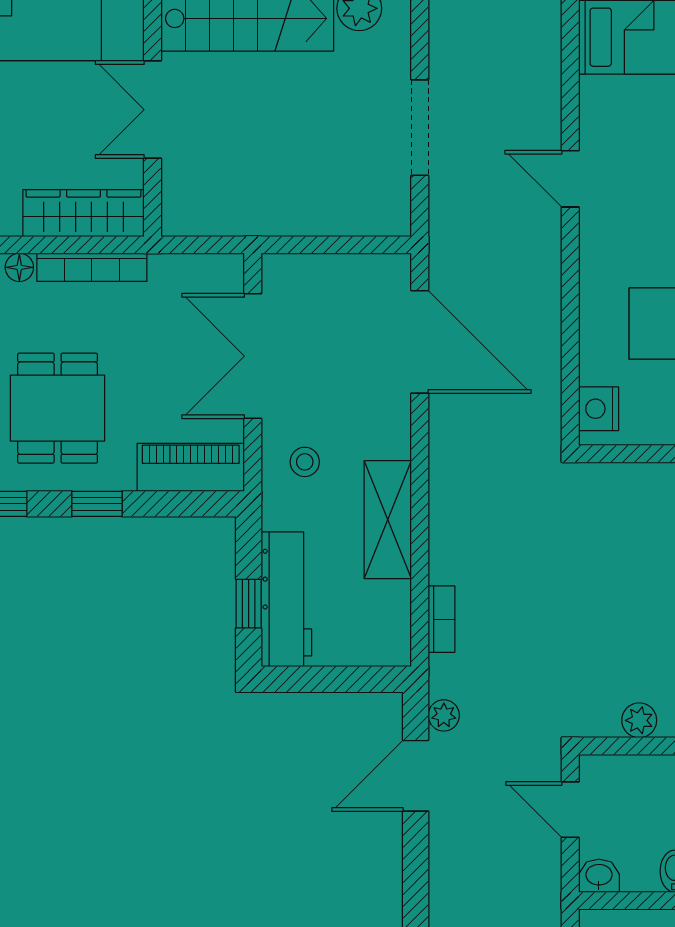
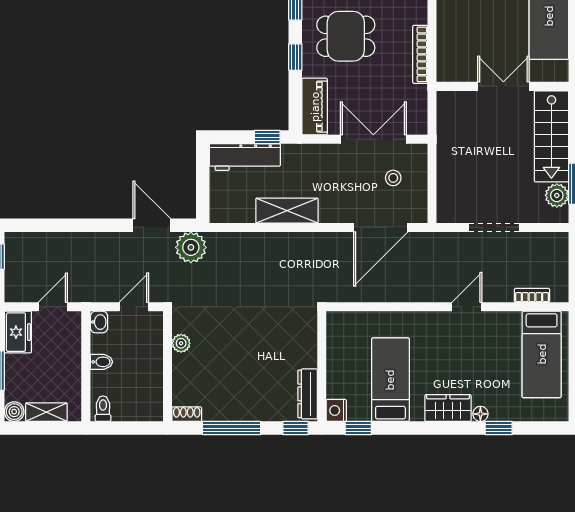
wardrobe: (84, 213) -> (449, 50), removed
floor lamp: (19, 267) -> (420, 16), removed
nightstand: (599, 409) -> (345, 322), removed
stool: (305, 462) -> (393, 178), moved
window: (249, 604) -> (267, 137), moved
bookcase: (442, 619) -> (532, 295), moved, turned 180
plant: (444, 715) -> (191, 247), width x1.87, depth x1.87

